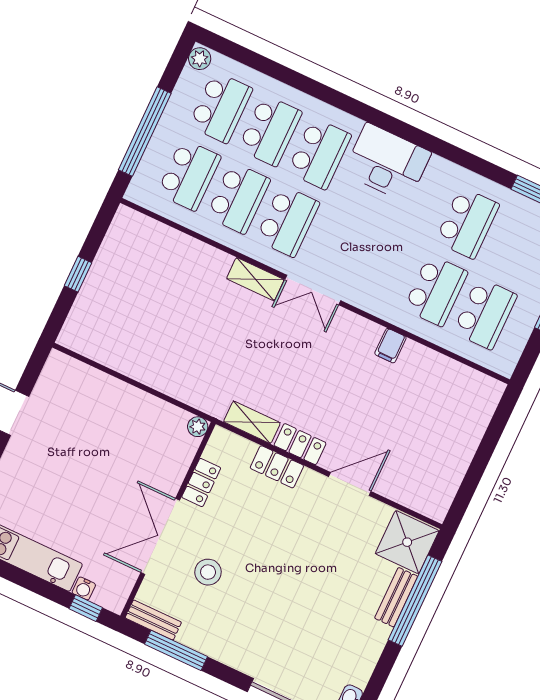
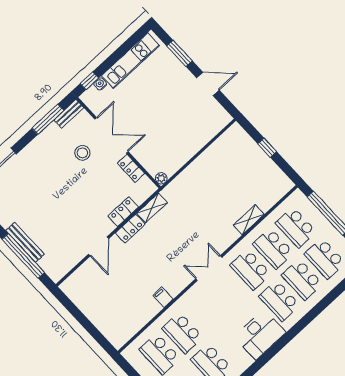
shelving: (255, 279) -> (249, 220), moved
shower: (407, 542) -> (56, 264), removed
bench: (396, 597) -> (25, 242), width x1.36

